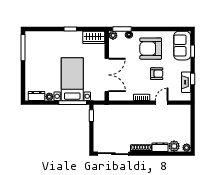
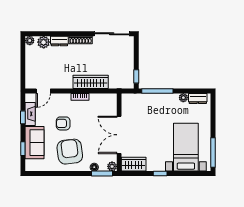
sofa: (182, 46) -> (35, 143), moved
armchair: (151, 49) -> (70, 152), turned -97
double door: (107, 75) -> (119, 135), moved
bed with nightstands: (72, 79) -> (186, 147), moved, turned 180
door: (162, 103) -> (43, 91), moved
wardrobe: (132, 111) -> (91, 82), added

